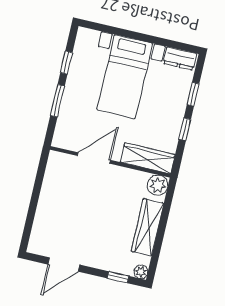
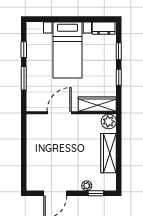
plant: (141, 272) -> (87, 186), moved

